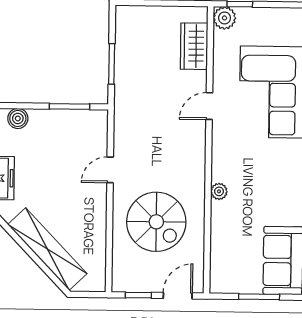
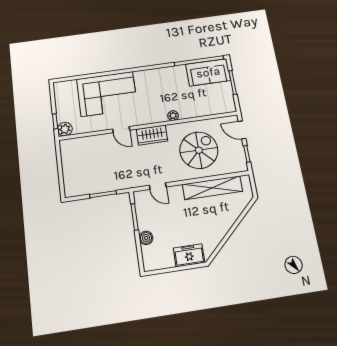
wardrobe: (194, 46) -> (152, 135), moved
boiler: (18, 118) -> (146, 238), moved
door: (110, 170) -> (158, 186), moved
shelving: (47, 249) -> (212, 188), moved, turned 44

